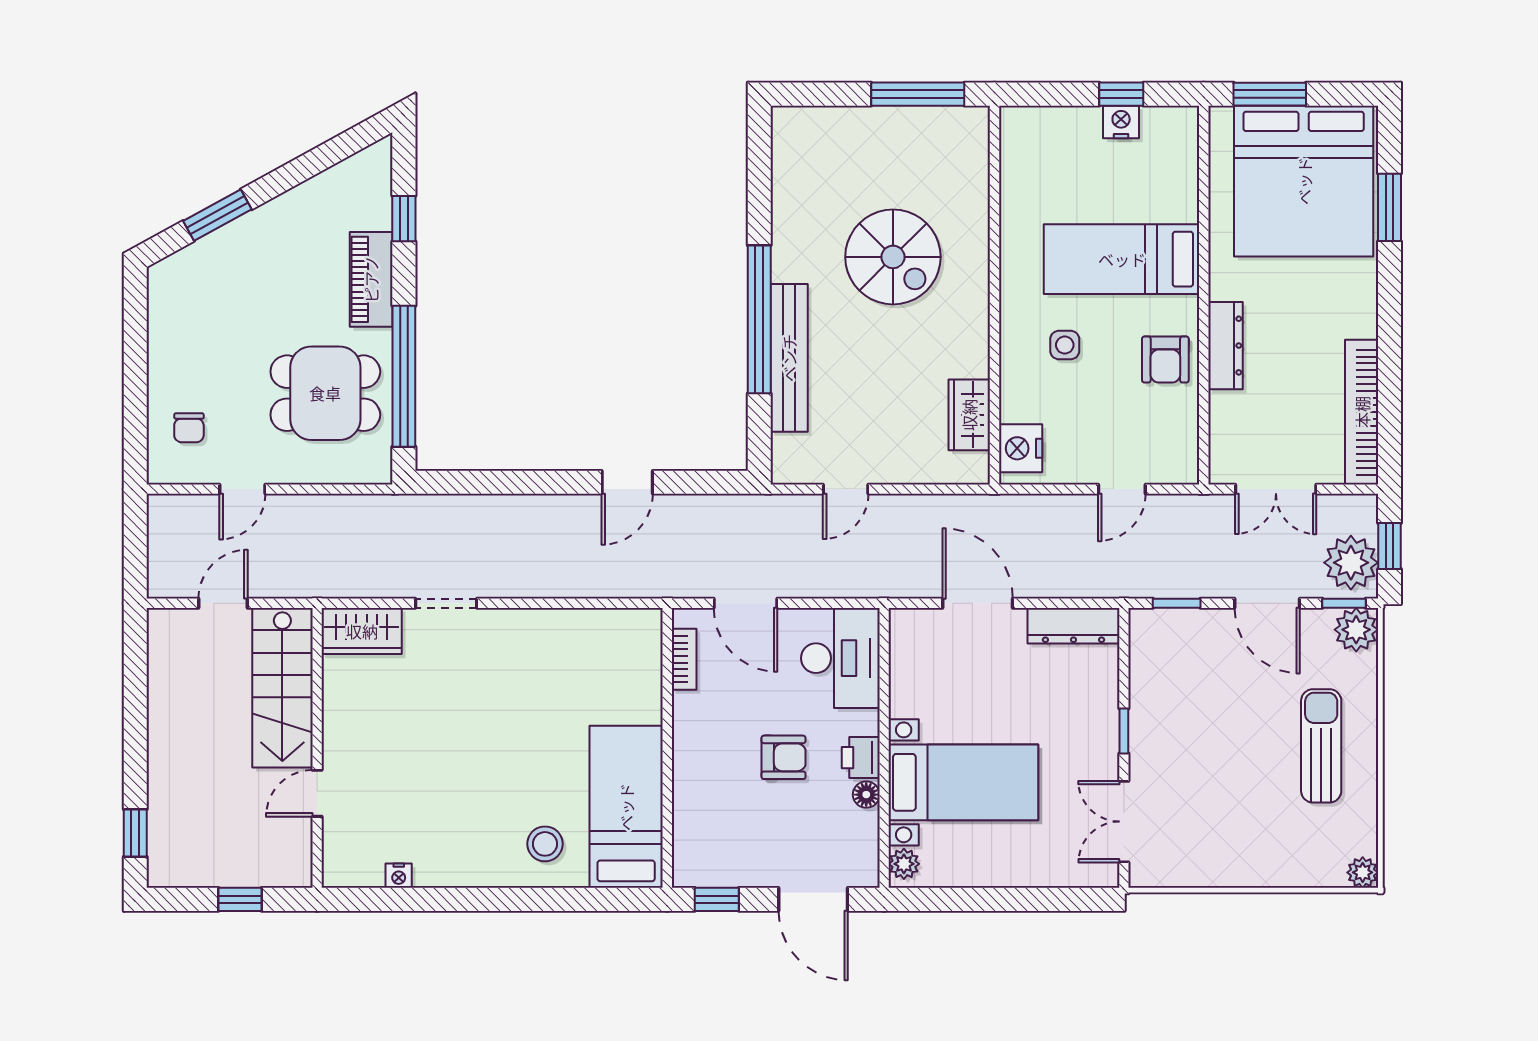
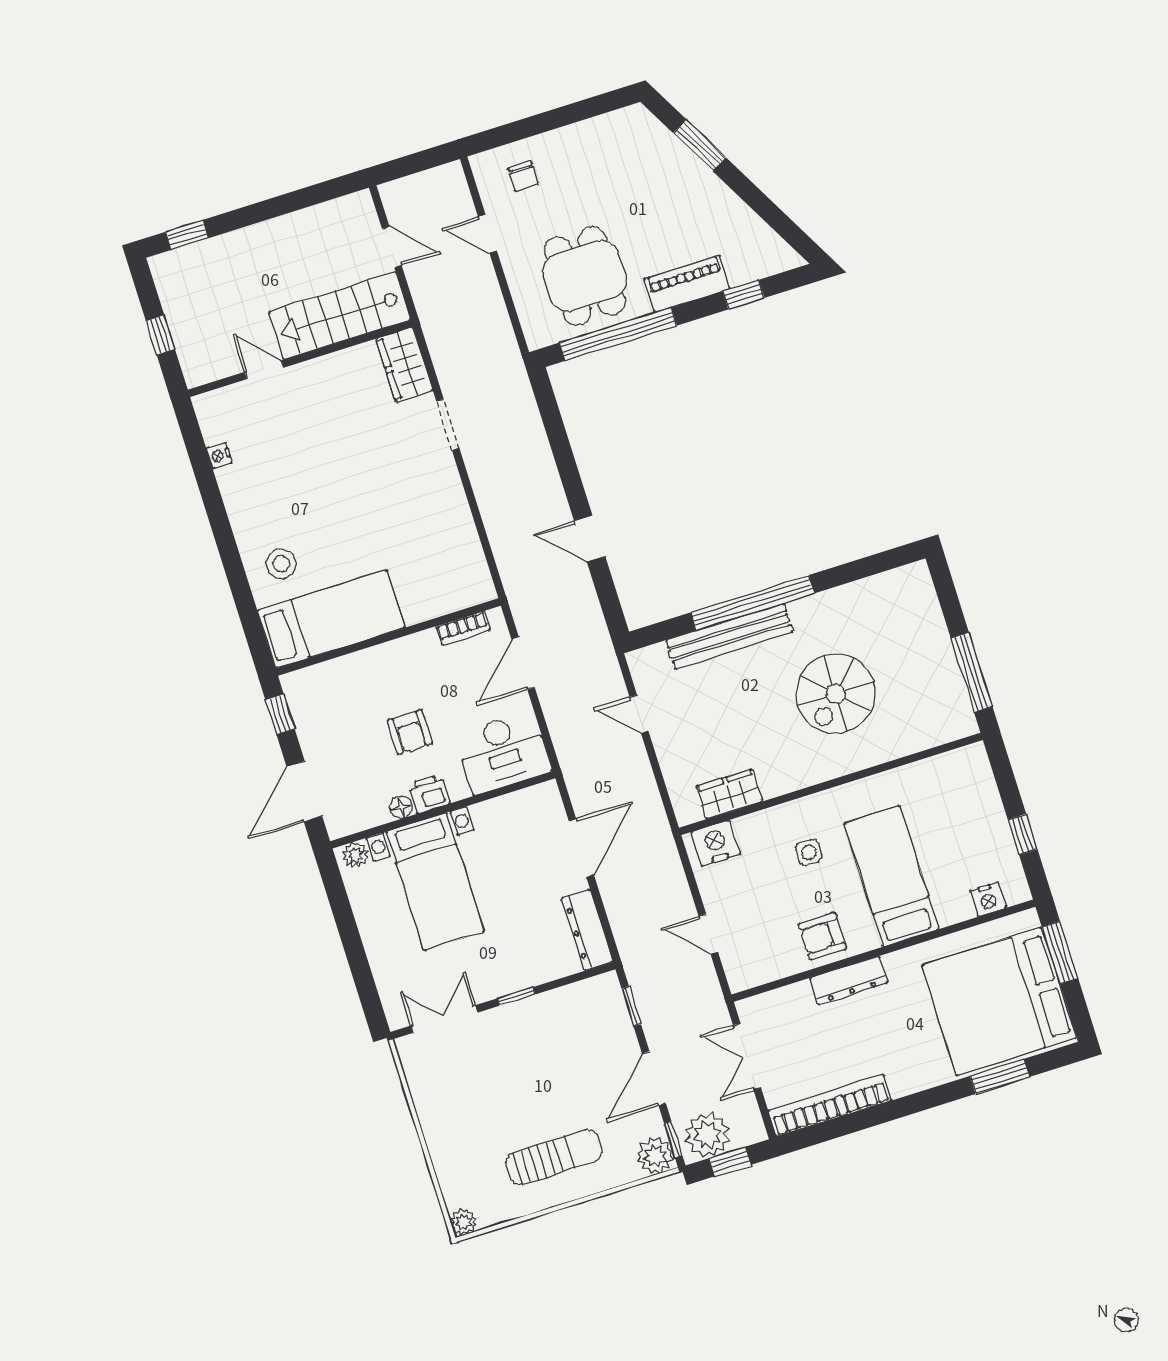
nightstand: (1121, 122) -> (988, 899), moved, turned 90
chair: (189, 428) -> (523, 176), turned -90

